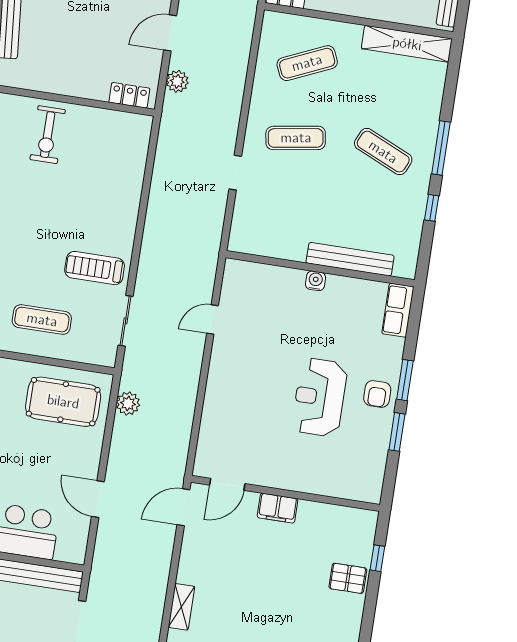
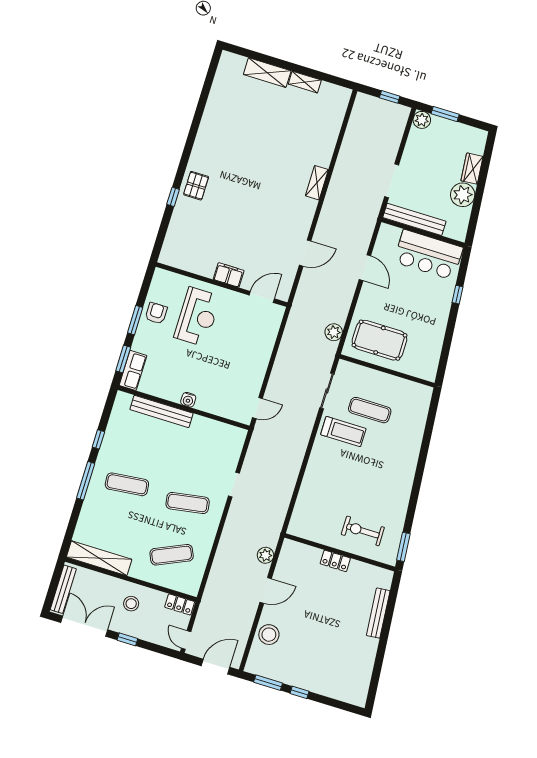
locker: (129, 95) -> (335, 561), moved
exercise bike: (48, 135) -> (363, 531), turned -90
exercise mat: (383, 152) -> (127, 484), turned -30
door: (213, 319) -> (257, 408), moved
exercise mat: (42, 320) -> (370, 410), moved
window: (397, 432) -> (123, 359), moved
door: (227, 484) -> (262, 297), moved
wall: (285, 493) -> (222, 285), moved
filing cabinet: (278, 508) -> (229, 275), moved
pallet: (348, 578) -> (196, 186), turned 90

